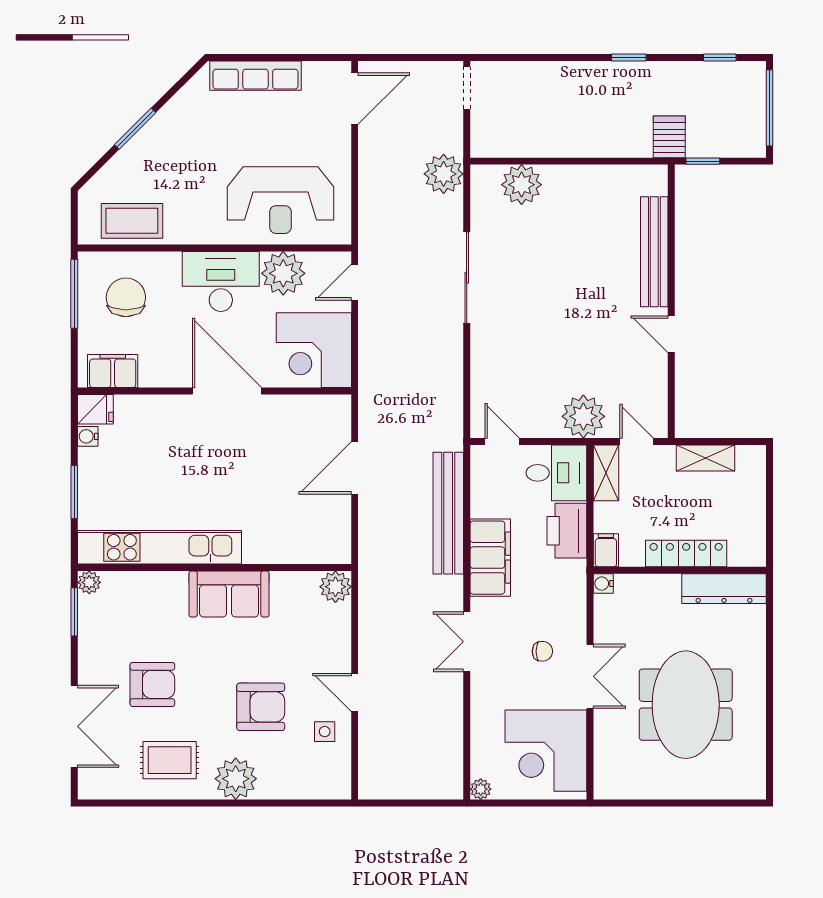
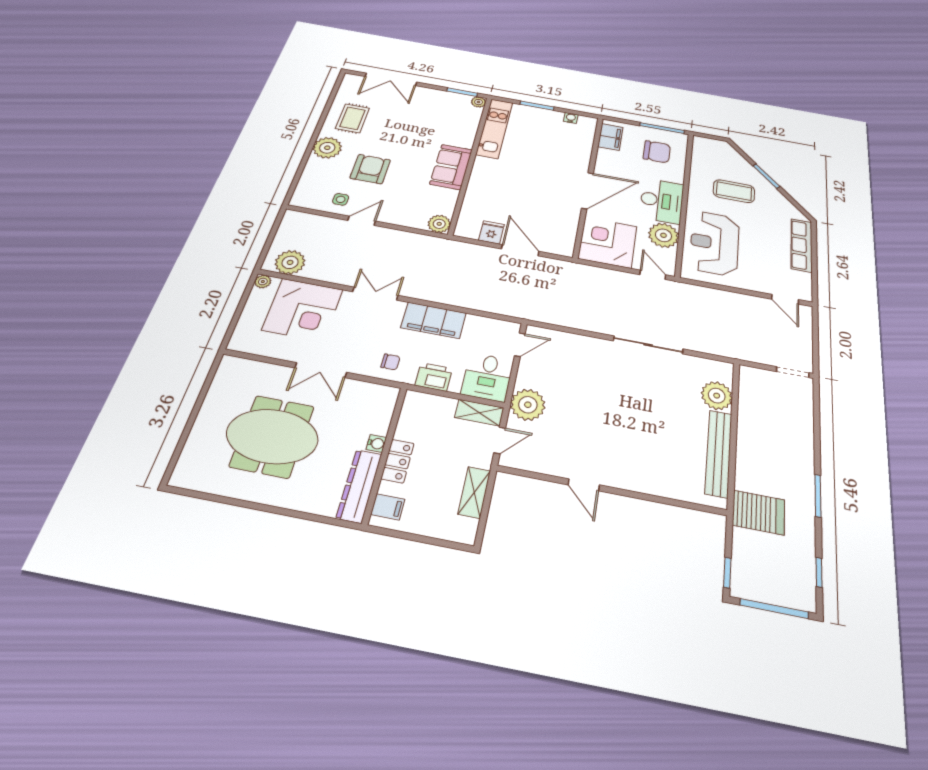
window: (629, 57) -> (818, 496), width x1.50
door: (355, 99) -> (785, 299), width x0.73
server rack: (669, 137) -> (759, 512), width x1.36, depth x1.44
window: (703, 161) -> (727, 573), moved
plant: (444, 174) -> (290, 262), moved
coffee table: (132, 221) -> (734, 191), moved, turned 90
bench: (654, 252) -> (719, 453), moved, turned 90
door: (671, 334) -> (584, 485), swing flipped
fridge: (95, 409) -> (491, 232), moved, turned 180
bench: (448, 513) -> (474, 300), removed
printer: (567, 531) -> (434, 377), width x0.73, depth x0.84
kitchen unit: (160, 547) -> (495, 128), width x0.73
filing cabinet: (606, 550) -> (388, 507), moved
locker: (686, 554) -> (398, 461), width x0.66
water cooler: (603, 584) -> (376, 443), moved, turned 90
chair: (542, 651) -> (390, 362), moved, turned -90
armchair: (152, 684) -> (404, 119), removed
armchair: (261, 707) -> (370, 169), turned 180
corner desk: (546, 751) -> (303, 310), moved, turned 180

